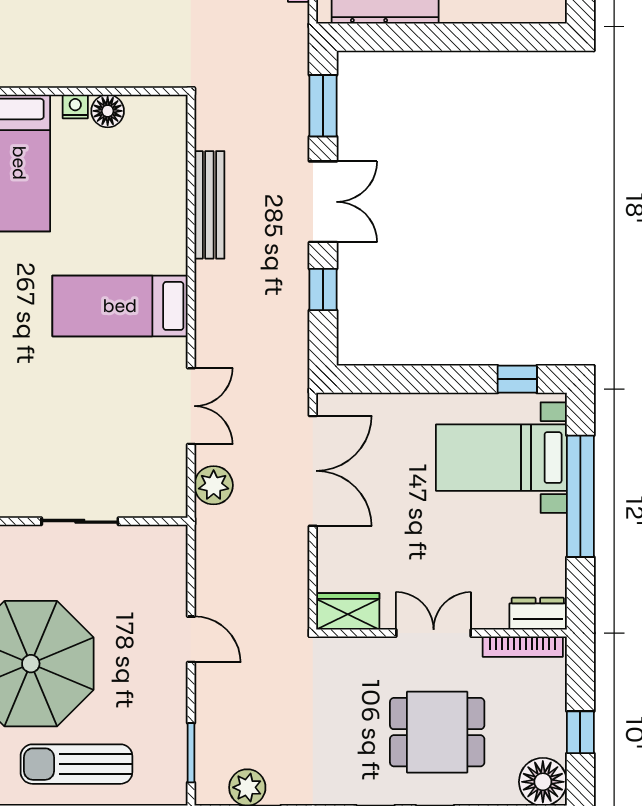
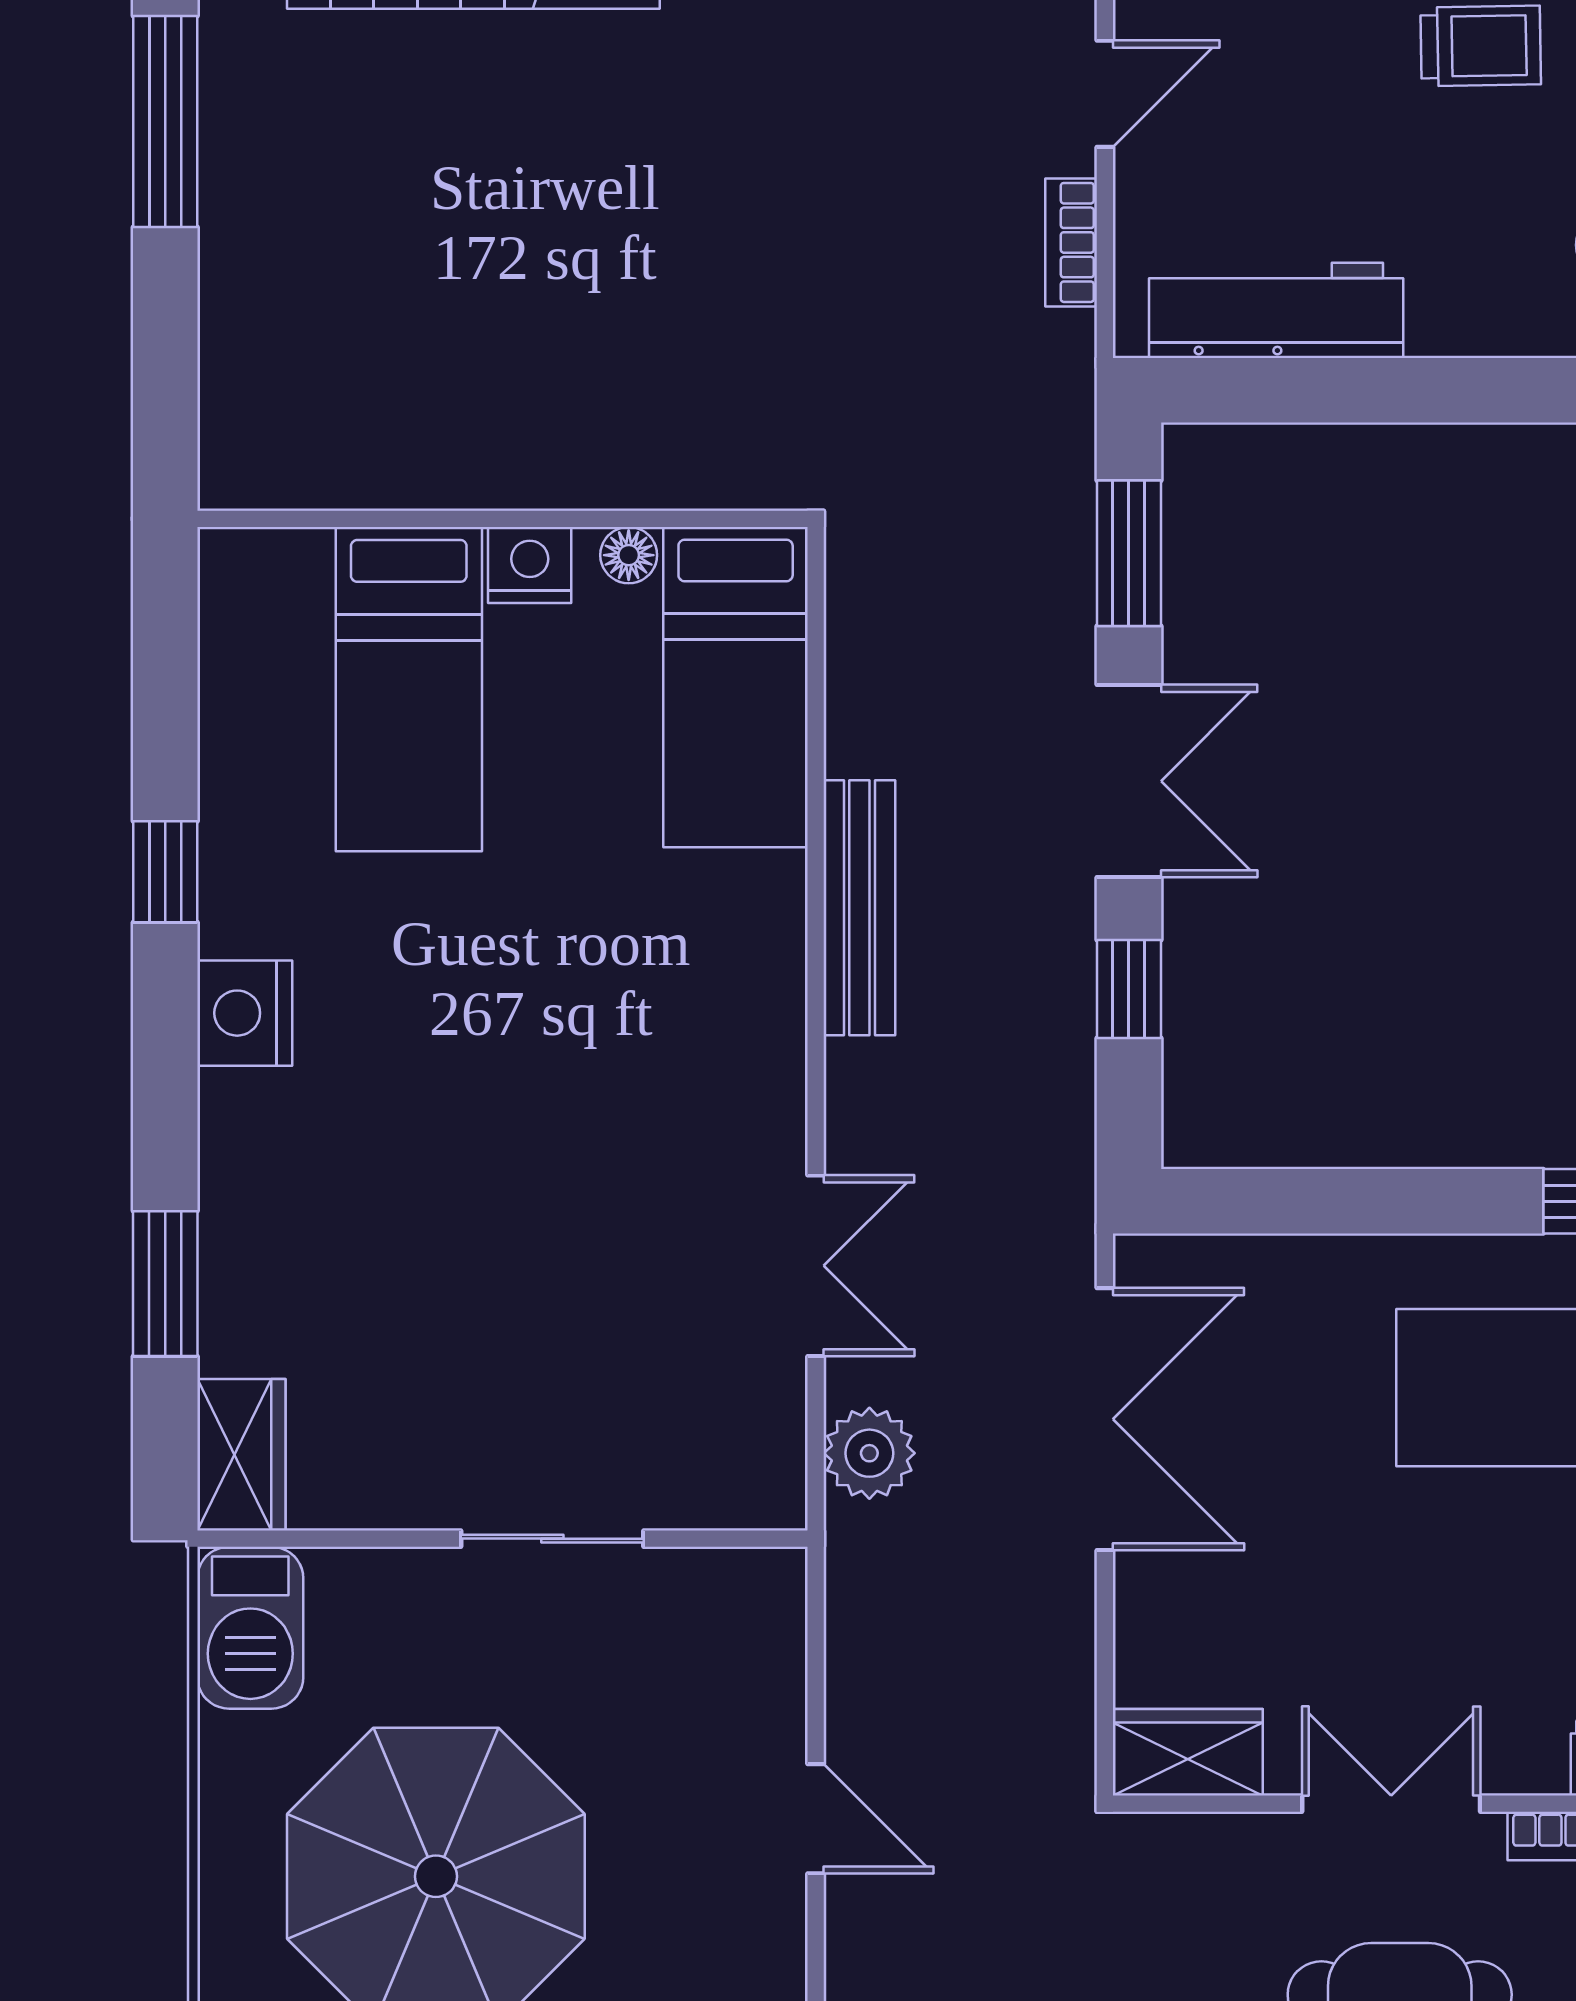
nightstand: (75, 107) -> (530, 565), width x1.39, depth x1.35
floor lamp: (108, 111) -> (629, 555), width x0.73, depth x0.73
bench: (209, 205) -> (859, 908), moved
bed: (120, 306) -> (736, 687), moved, turned -90

